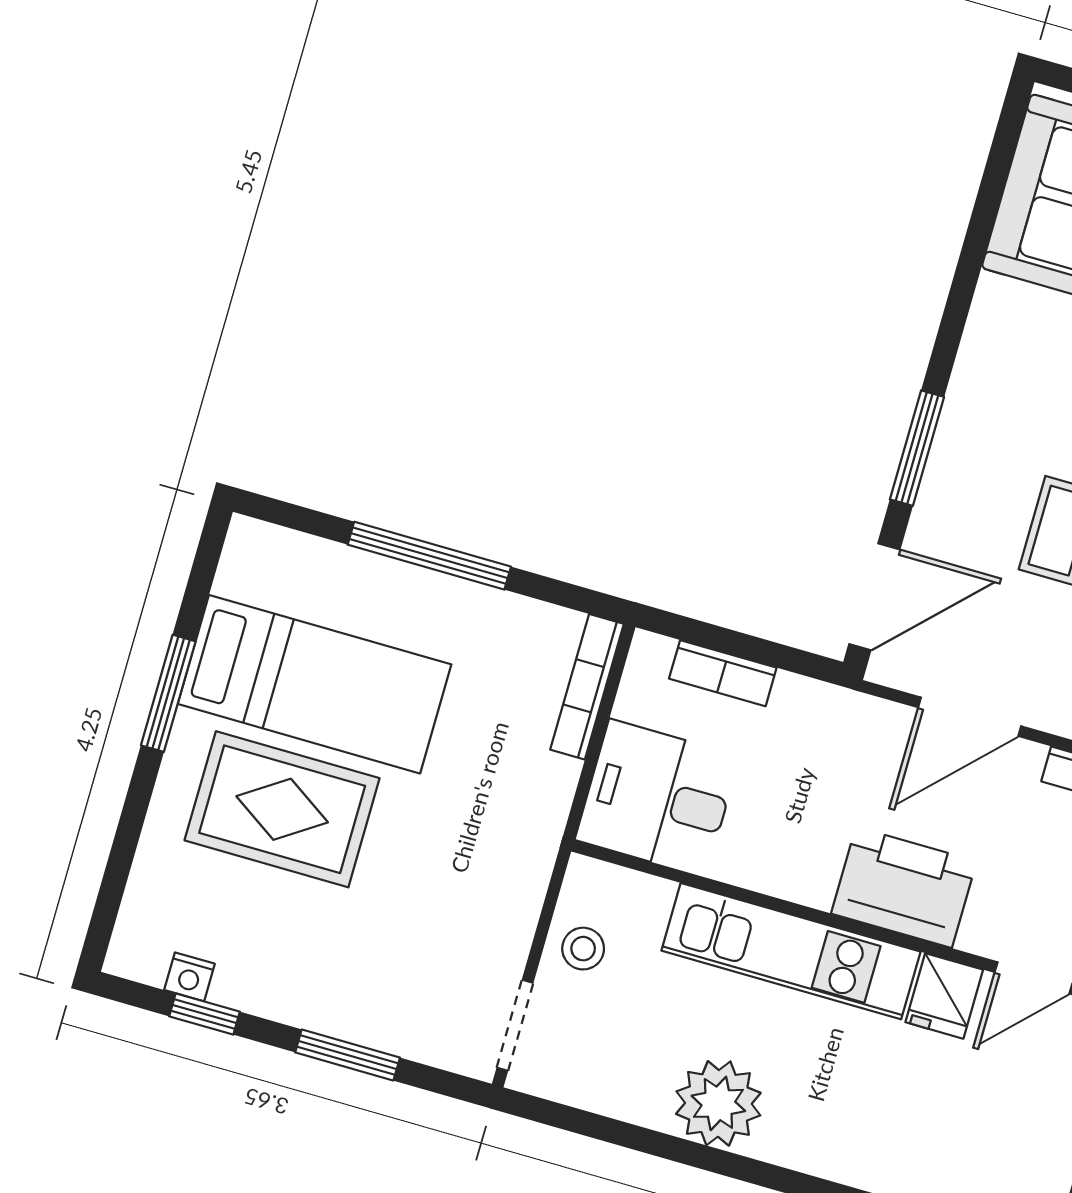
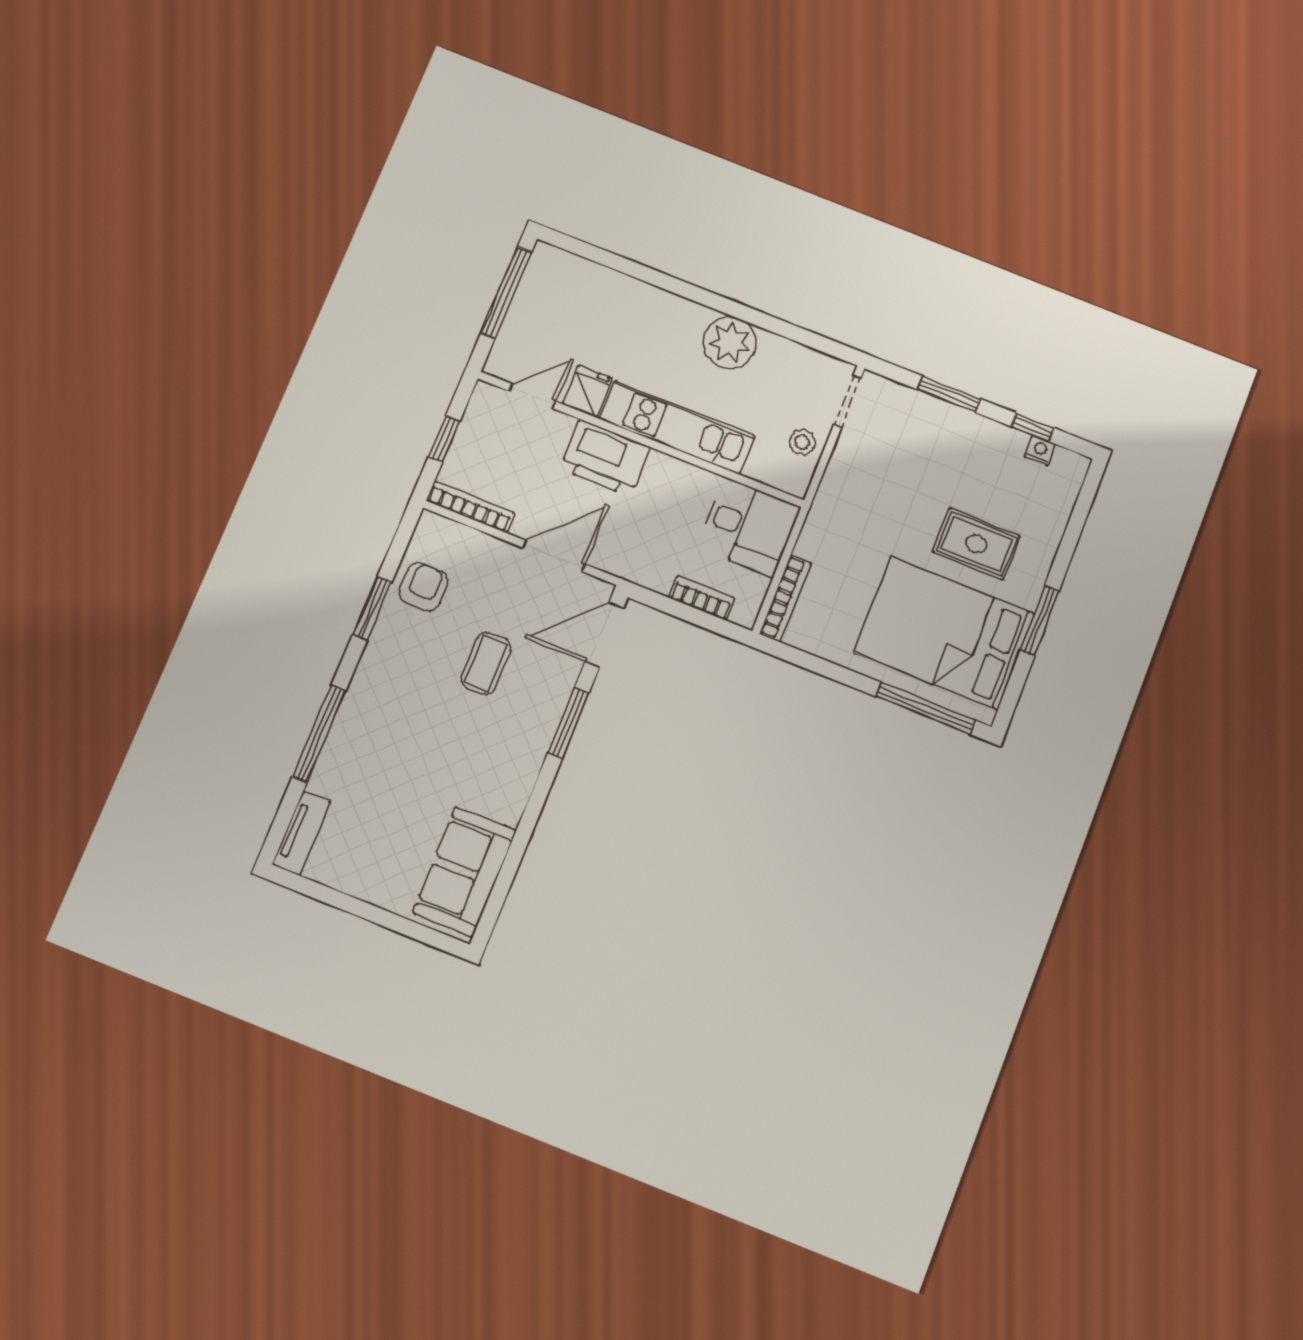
window: (429, 556) -> (925, 708), moved
bed: (315, 684) -> (944, 633), width x1.50
rug: (282, 809) -> (976, 544), width x0.73, depth x0.70

